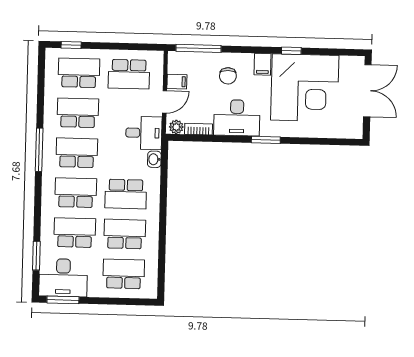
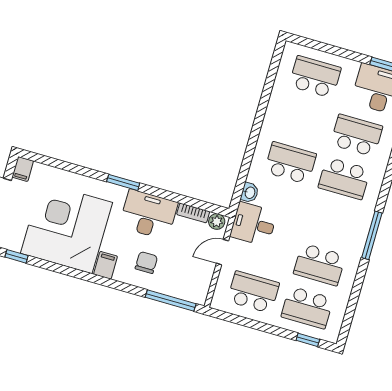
window: (291, 51) -> (16, 256), moved
filing cabinet: (177, 82) -> (23, 169), moved, turned -90
school desk: (77, 153) -> (332, 221), removed
school desk: (75, 233) -> (357, 135), turned 180
school desk: (125, 234) -> (303, 120), removed
school desk: (124, 274) -> (315, 77), turned 180

